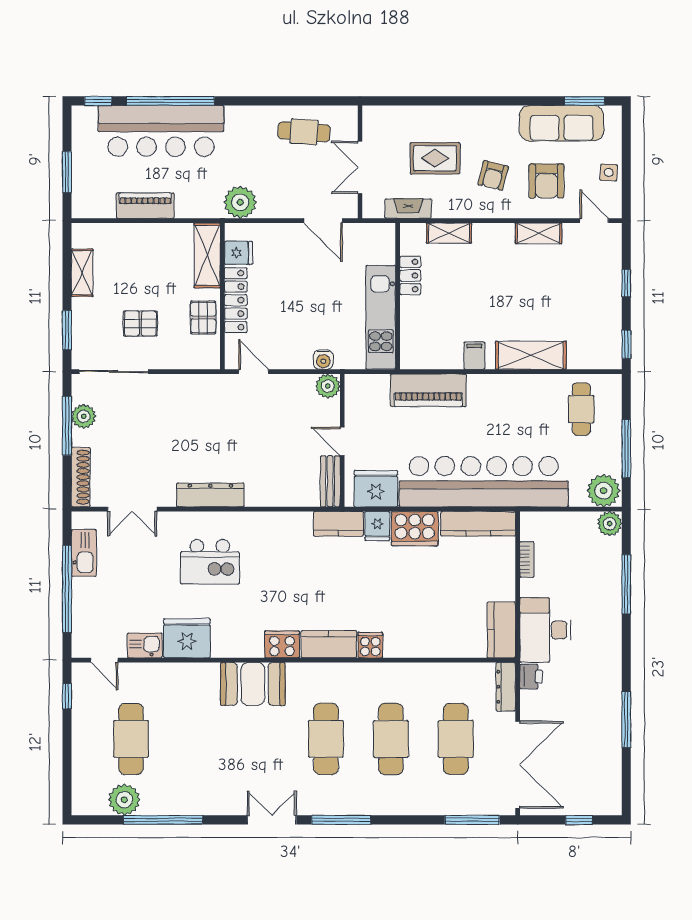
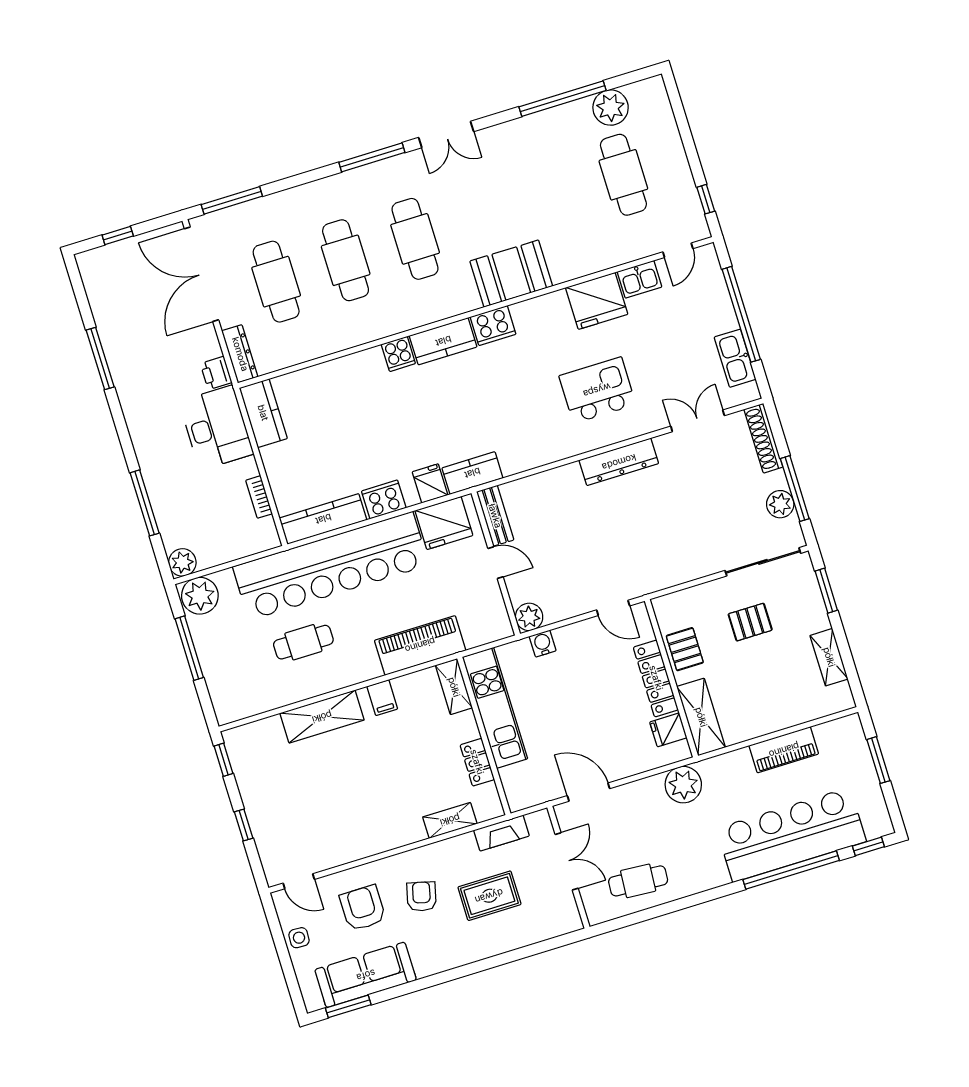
shelving: (538, 233) -> (454, 687), moved, turned 90
cafe table: (581, 409) -> (303, 642), moved, turned 90
cooker: (415, 529) -> (384, 499), width x0.73, depth x0.76
door: (104, 660) -> (678, 250), swing flipped

